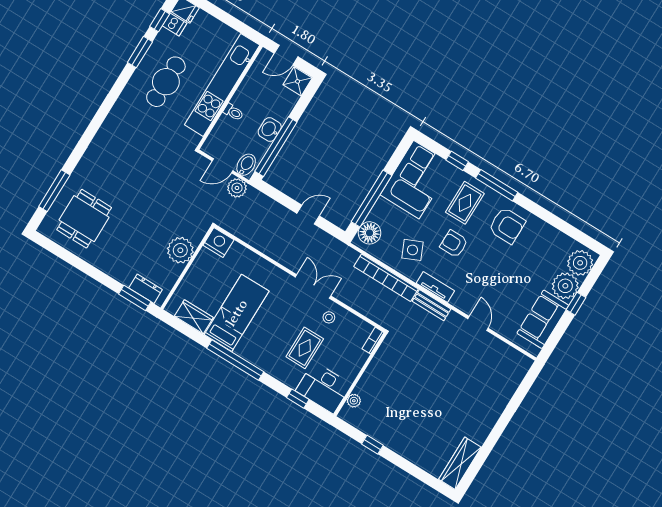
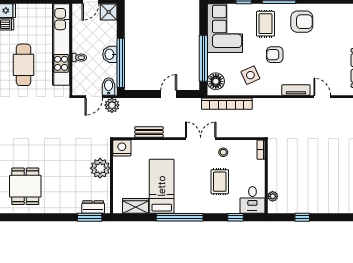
bookcase: (386, 278) -> (227, 104), moved
tv unit: (435, 287) -> (296, 90), moved
bench: (432, 305) -> (149, 132), moved
desk: (323, 388) -> (252, 200), width x0.73

